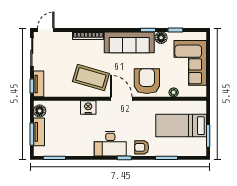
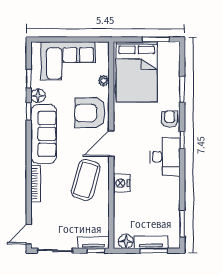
door: (46, 30) -> (29, 234), hinge flipped
bed: (181, 126) -> (137, 72), width x1.50
armchair: (142, 147) -> (170, 119), turned 180

